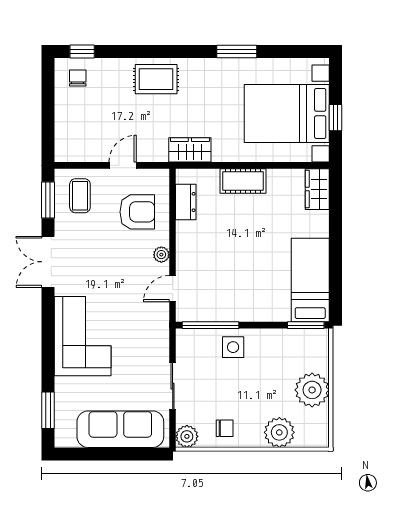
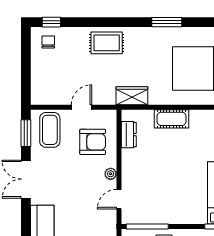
coffee table: (80, 196) -> (50, 130), width x1.36, depth x1.30

